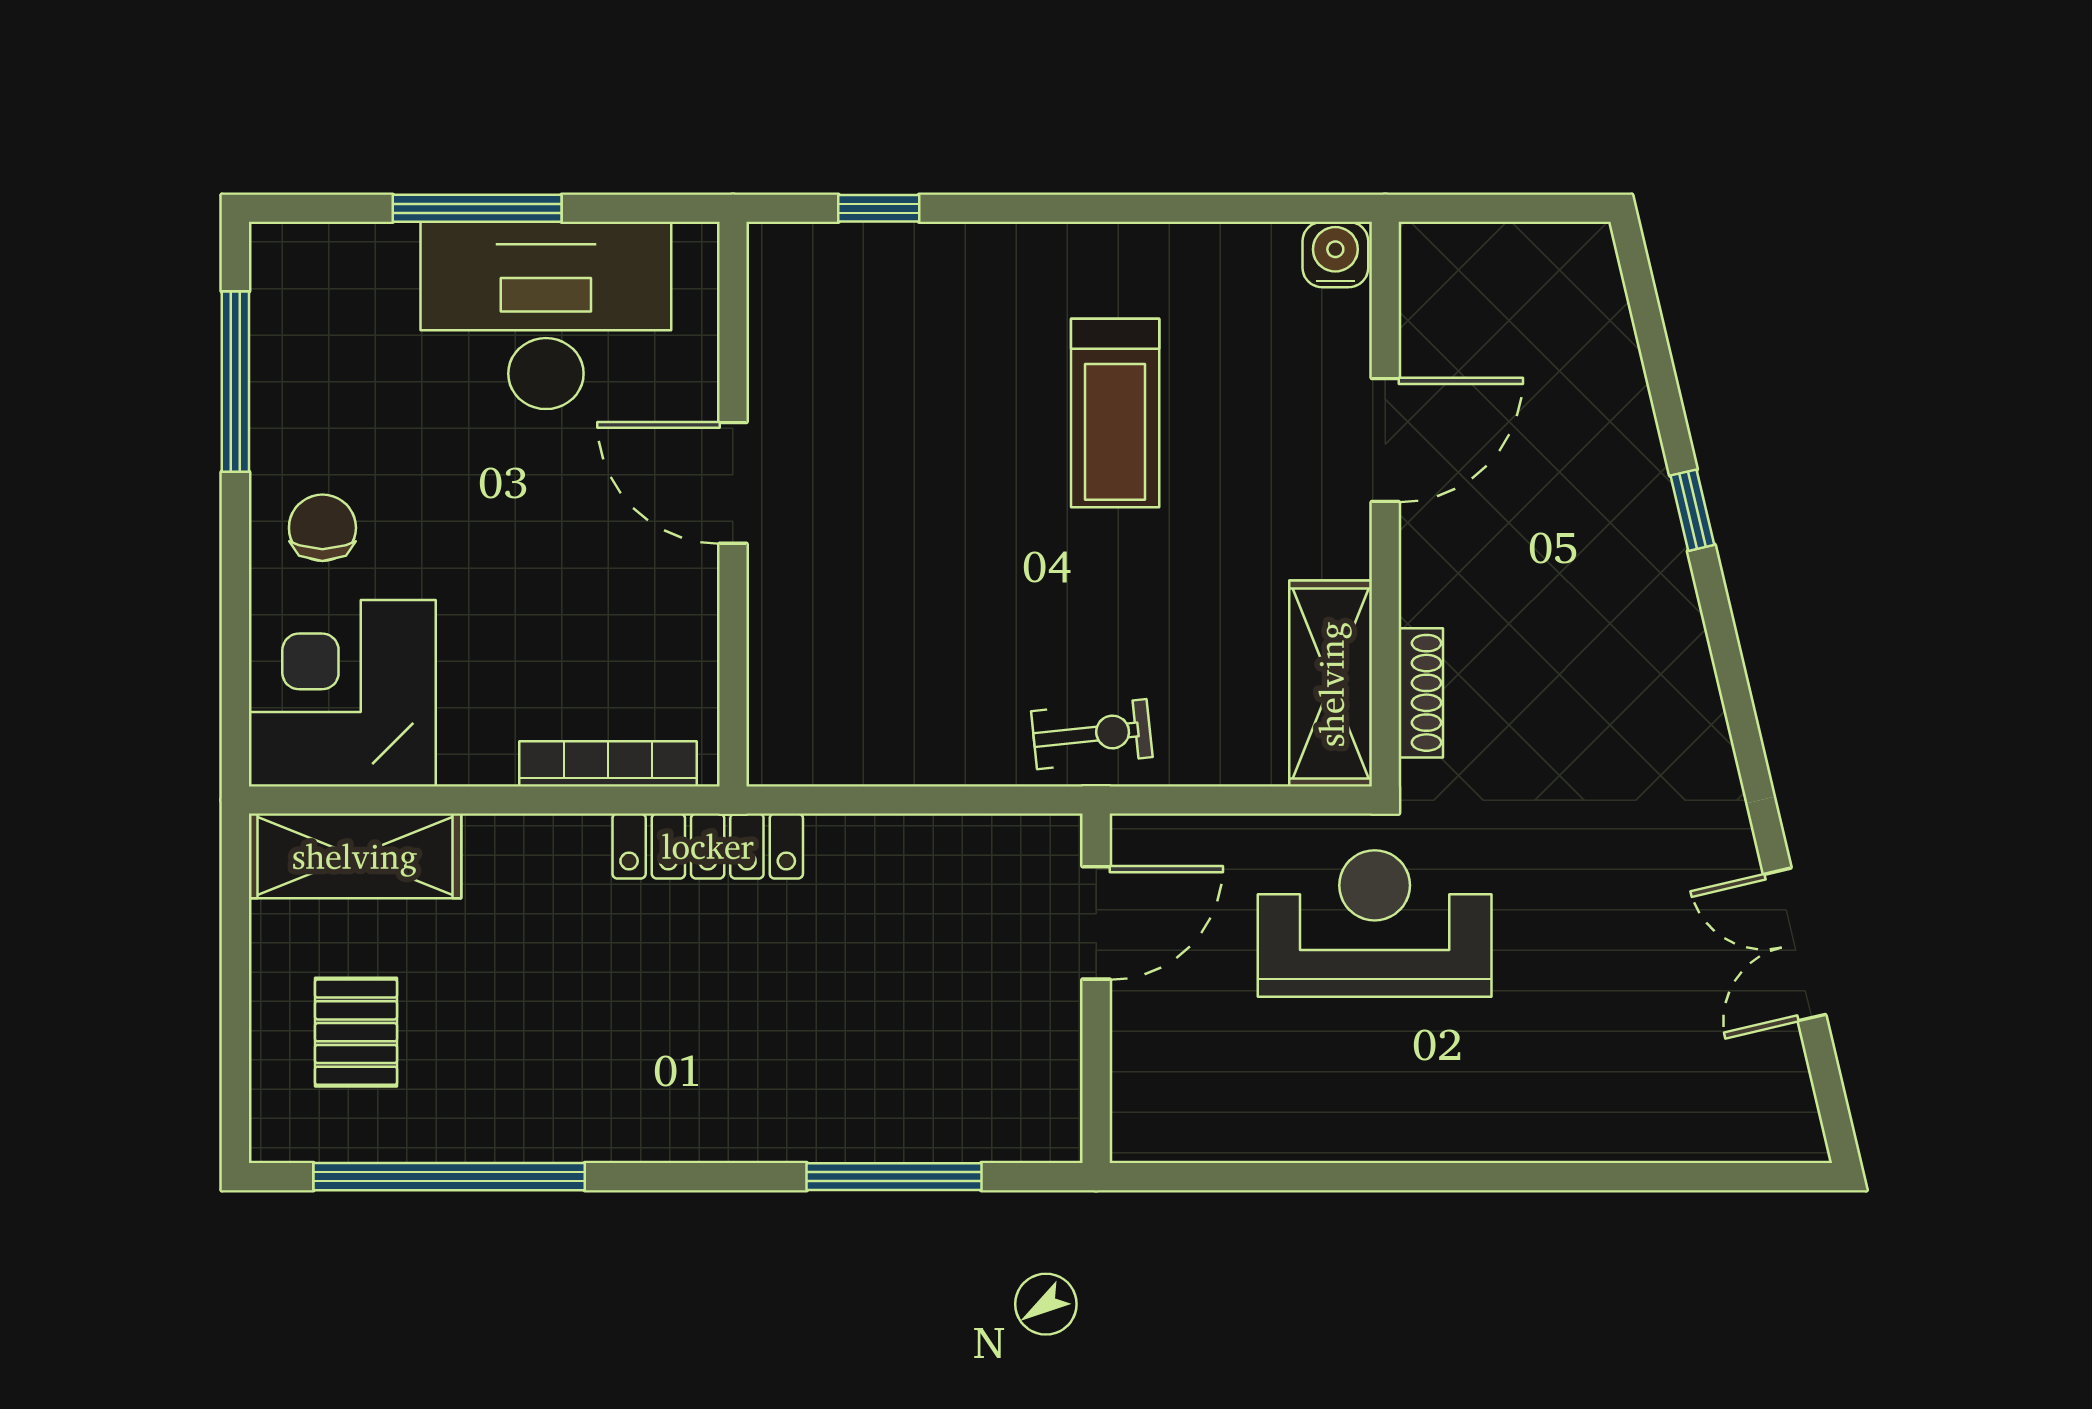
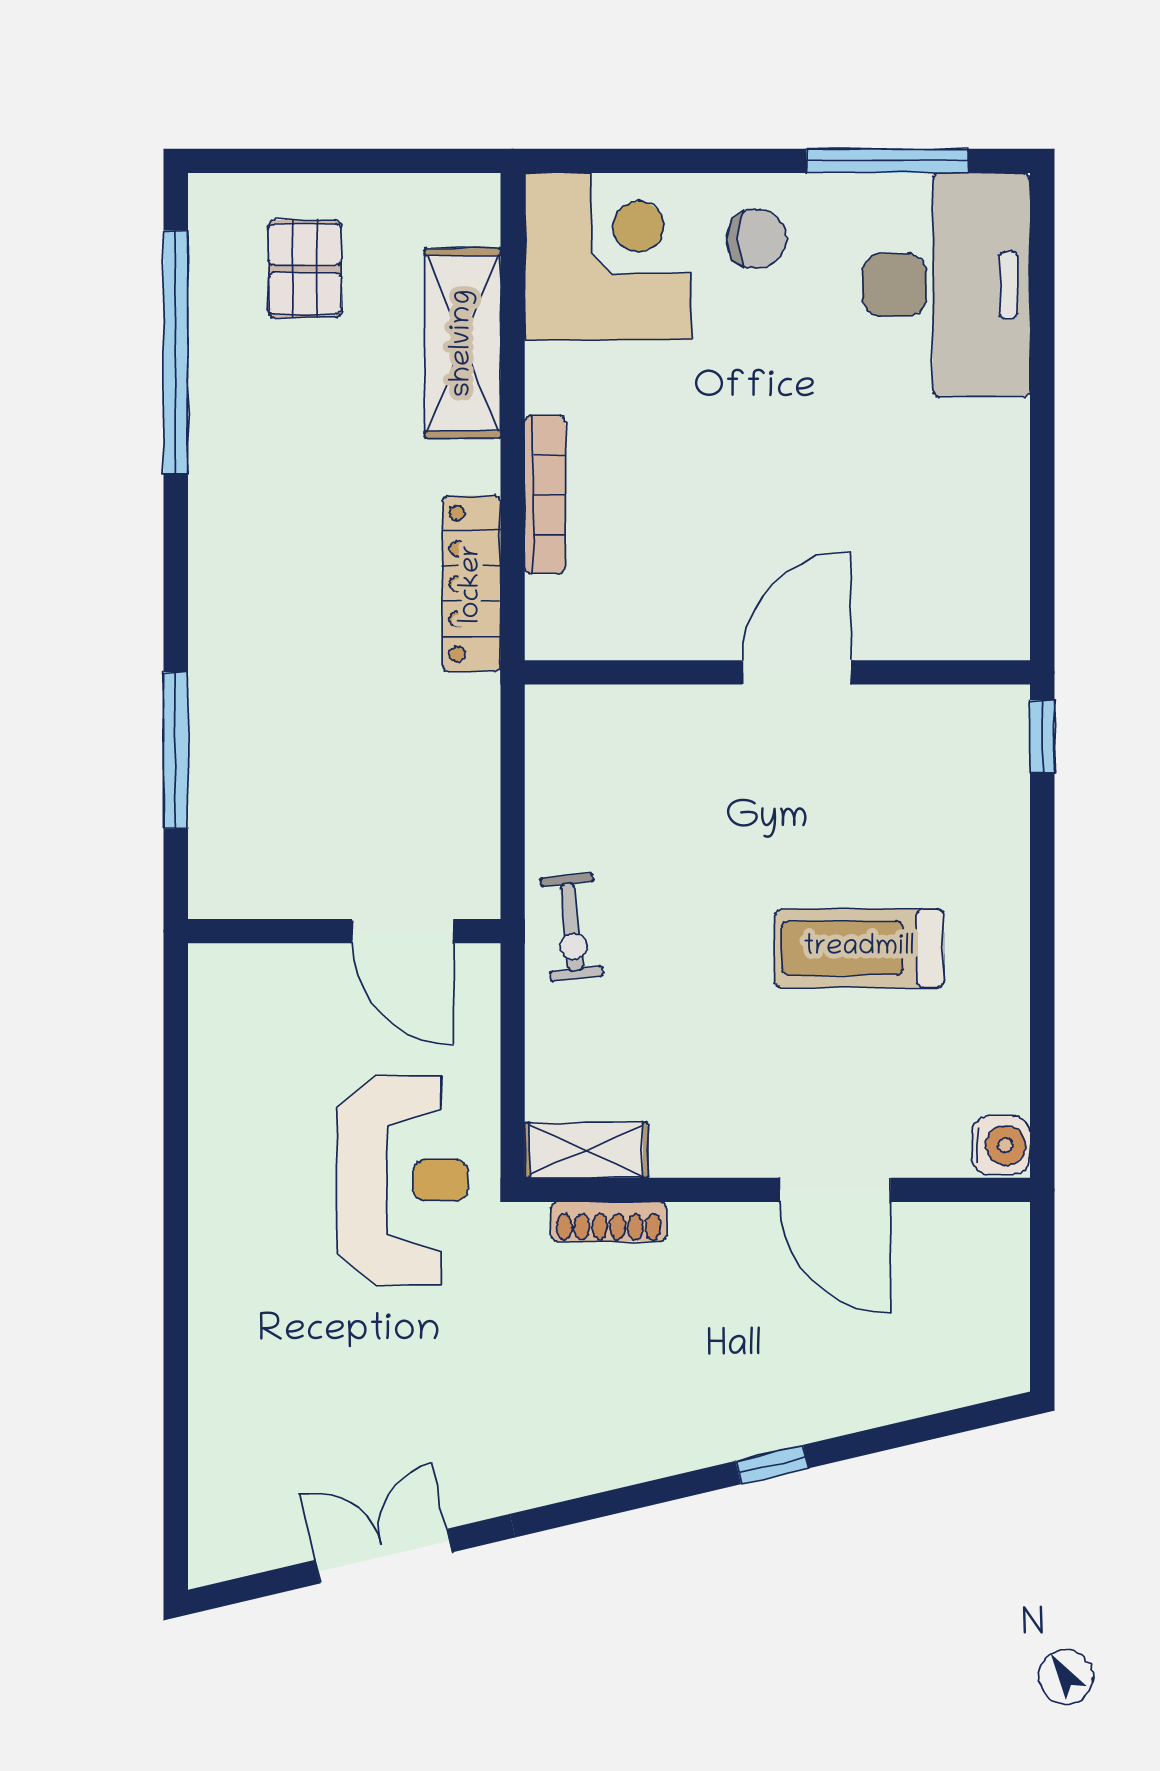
window: (477, 208) -> (1042, 377), removed
desk: (546, 315) -> (946, 285), moved
door: (733, 483) -> (797, 672), moved
wall: (733, 504) -> (777, 672), moved
shelving: (1331, 684) -> (586, 1150), width x0.67, depth x0.75
shelving: (355, 856) -> (463, 343), moved
pallet: (356, 1032) -> (305, 269), turned 90

